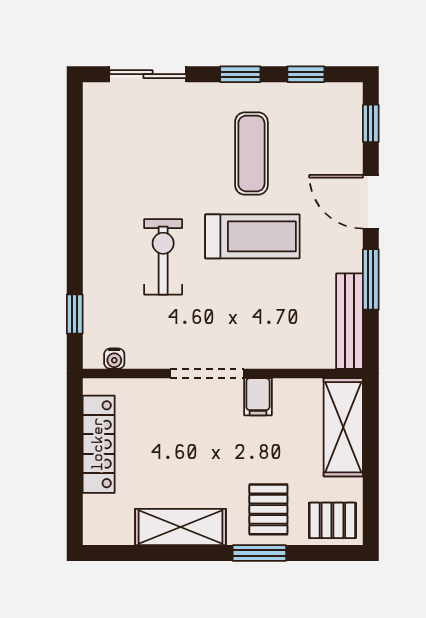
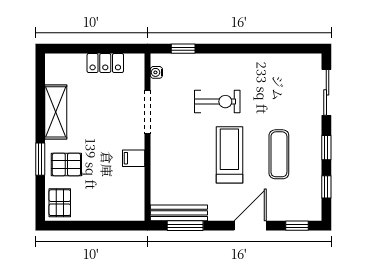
exercise mat: (251, 153) -> (279, 154), turned 90
treadmill: (252, 236) -> (229, 155), turned 180
window: (371, 279) -> (185, 226), moved
doorway: (207, 373) -> (148, 112), moved
shelving: (343, 427) -> (115, 209), removed
locker: (99, 444) -> (105, 63), width x0.66

